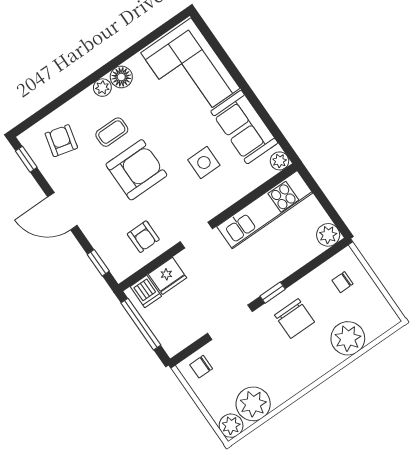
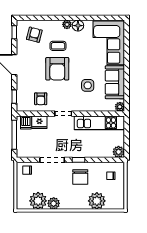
armchair: (136, 170) -> (57, 69), turned 90
plant: (231, 426) -> (54, 203), moved

